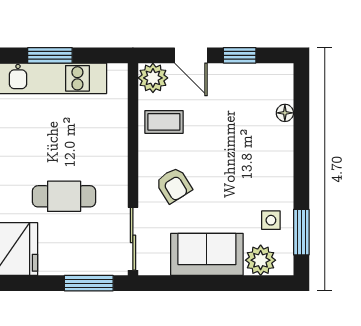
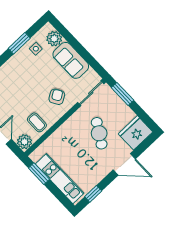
window: (50, 55) -> (39, 174), moved
cafe table: (64, 196) -> (99, 133), turned 31
window: (301, 232) -> (19, 43), moved

